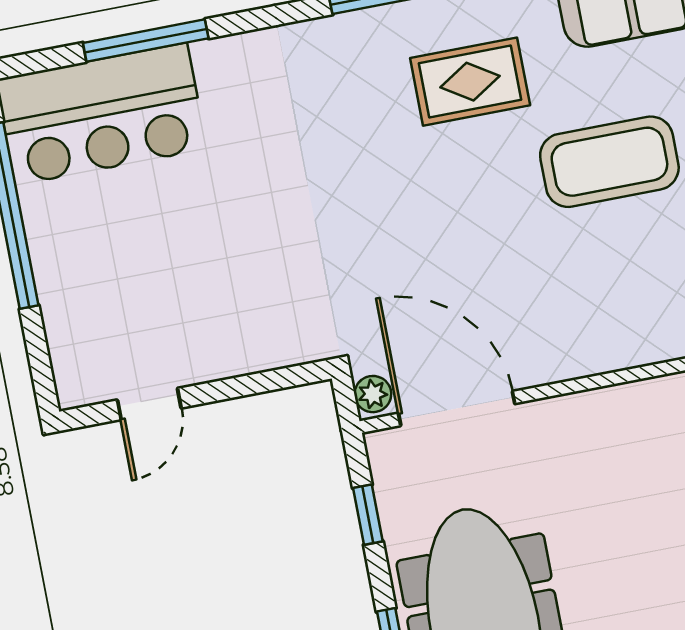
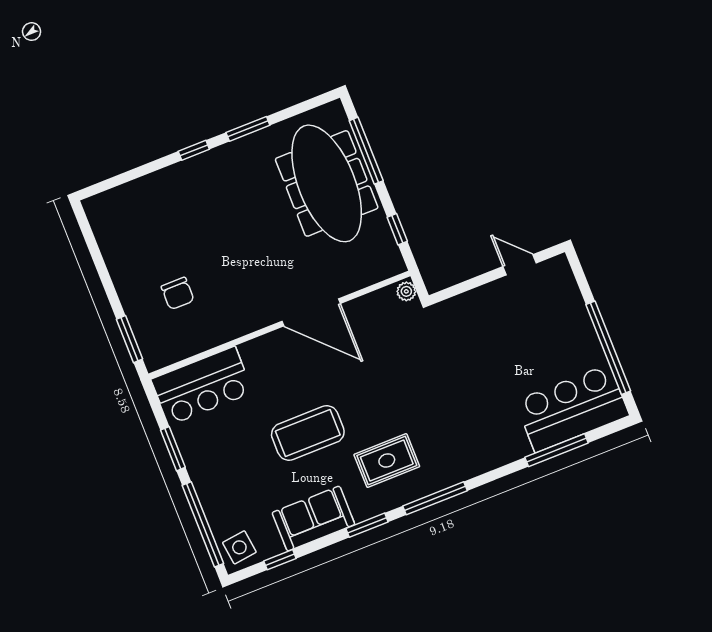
door: (149, 404) -> (520, 265), hinge flipped
door: (457, 408) -> (311, 312), moved

